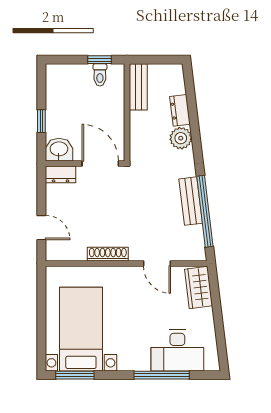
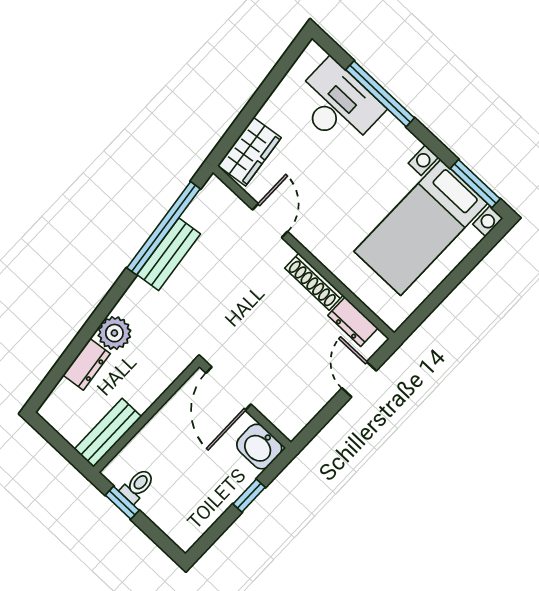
dresser: (60, 174) -> (353, 322), moved, turned 180

